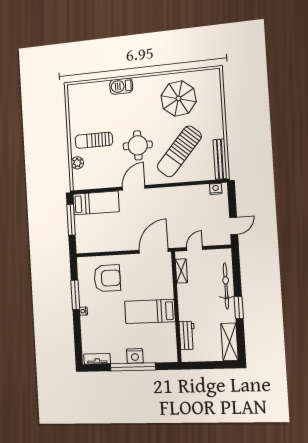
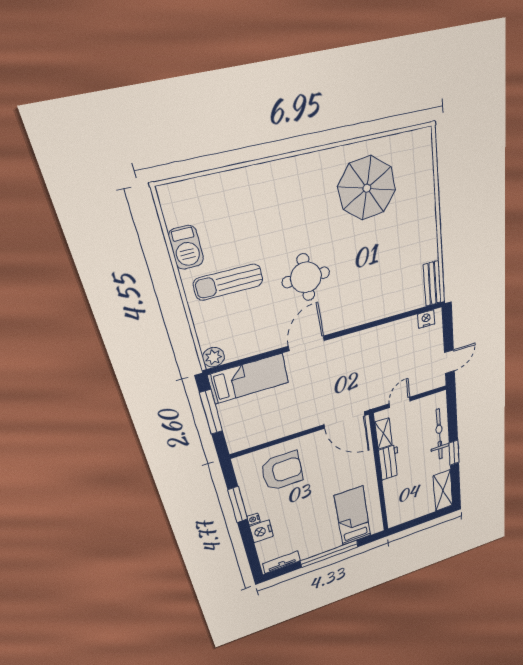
barbecue: (121, 86) -> (186, 247), moved, turned -90
sun lounger: (179, 151) -> (373, 275), removed
bench: (220, 159) -> (432, 284), width x0.73
plant: (77, 163) -> (213, 357), moved
door: (154, 251) -> (344, 420), swing flipped
bed: (150, 311) -> (353, 516), moved, turned 90
workbench: (187, 335) -> (389, 463), moved
nightstand: (135, 356) -> (262, 531), moved, turned 90

